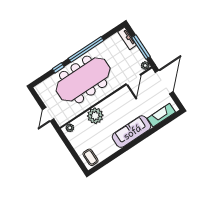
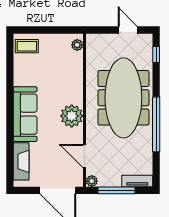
window: (58, 68) -> (156, 54), moved
door: (48, 114) -> (128, 30), moved
plant: (95, 116) -> (72, 116), moved

